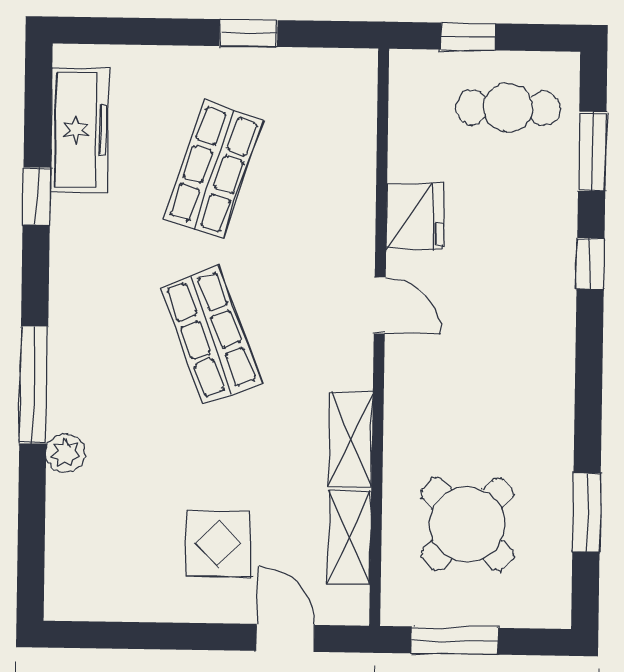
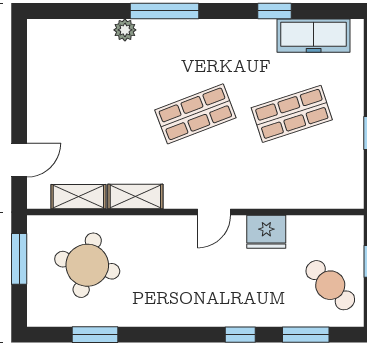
cafe table: (508, 108) -> (330, 285), turned -44
shop shelf: (213, 169) -> (292, 114), turned -36
round table: (467, 524) -> (87, 265), turned -30
display table: (218, 544) -> (74, 120), removed

